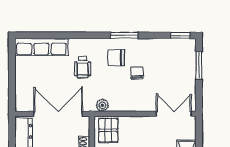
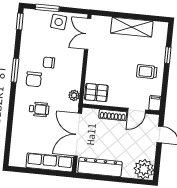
row of seats: (41, 47) -> (50, 162), moved, turned -90
side table: (184, 80) -> (59, 22), added

